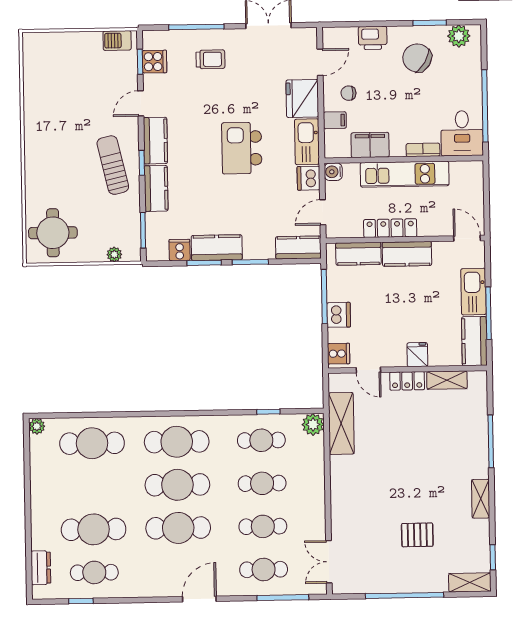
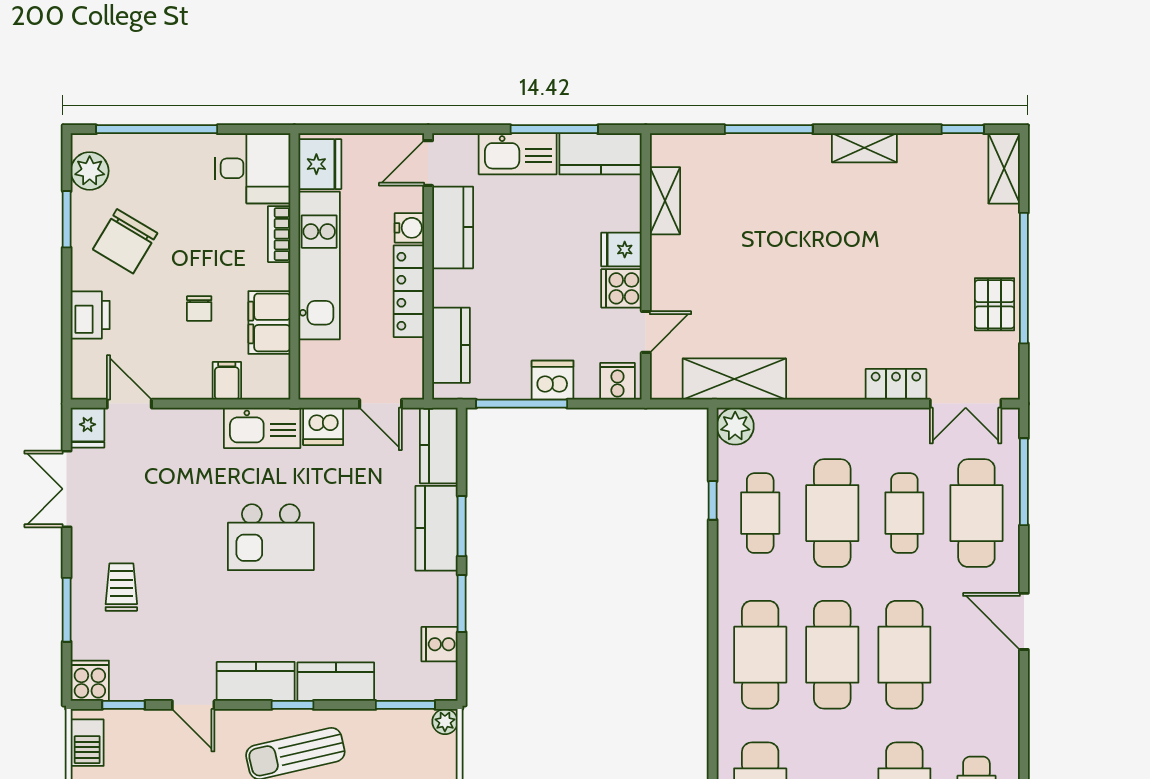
window: (196, 27) -> (67, 610), width x0.69
cooker: (154, 62) -> (90, 681), moved
chair: (348, 93) -> (199, 308), moved
fridge: (302, 98) -> (88, 428), moved, width x0.53, depth x0.75
window: (485, 106) -> (157, 129), moved
water cooler: (333, 172) -> (409, 228), moved, turned -90
fridge: (465, 173) -> (320, 164), added
kitchen counter: (217, 248) -> (436, 528), moved
plant: (114, 254) -> (445, 722), moved
kitchen counter: (407, 254) -> (453, 227), moved
cooker: (394, 355) -> (621, 288), added
locker: (407, 381) -> (896, 384), moved, turned -90
cafe table: (262, 483) -> (832, 513), width x1.37, depth x1.35
pallet: (417, 535) -> (995, 304), moved
cafe table: (264, 570) -> (976, 513), width x1.37, depth x1.35

